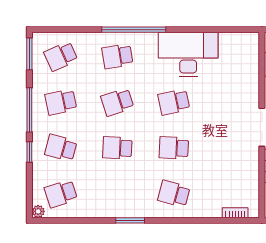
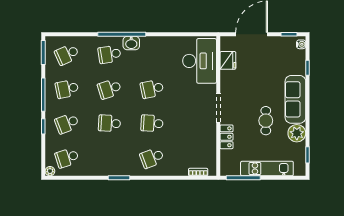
washbasin: (146, 41) -> (131, 43), added
desk: (188, 54) -> (200, 61), moved, turned 90
school desk: (61, 148) -> (67, 123), turned -36
school desk: (174, 194) -> (152, 158), turned -36

